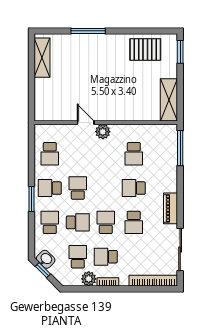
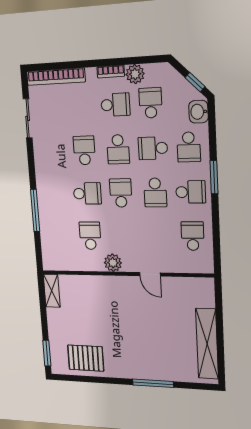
shelving: (42, 58) -> (207, 344), width x1.47
shelving: (169, 100) -> (52, 291), width x0.67, depth x0.75
plant: (103, 132) -> (113, 263), moved
window: (180, 148) -> (35, 211), moved
school desk: (106, 188) -> (121, 193), added
piano: (171, 208) -> (43, 169), removed
sliding door: (180, 249) -> (28, 118), width x0.73
school desk: (78, 257) -> (151, 103), turned 180
washbasin: (46, 259) -> (198, 112), moved, turned 45

